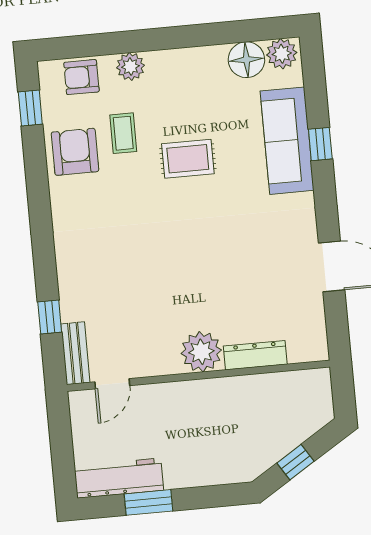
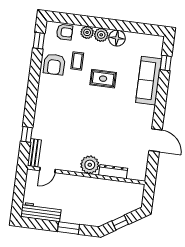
plant: (282, 54) -> (101, 35), moved
floor lamp: (246, 60) -> (117, 38), moved
armchair: (81, 77) -> (65, 32), turned 180
window: (320, 144) -> (166, 63), moved
armchair: (75, 152) -> (54, 64), turned 180
window: (148, 502) -> (68, 228), moved

